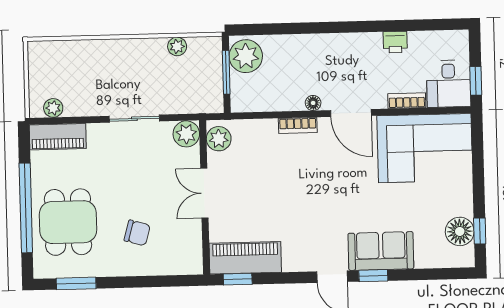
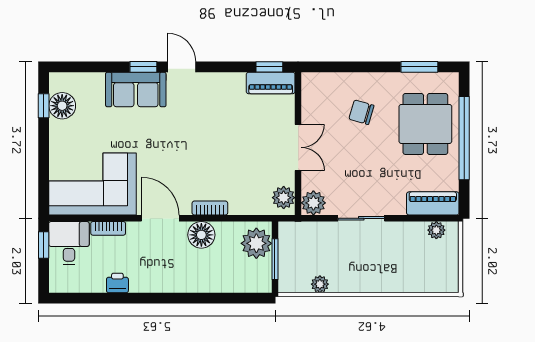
plant: (246, 56) -> (256, 243), moved
floor lamp: (313, 103) -> (201, 235), width x1.89, depth x1.89
piano: (245, 258) -> (271, 83), width x0.73, depth x0.75

